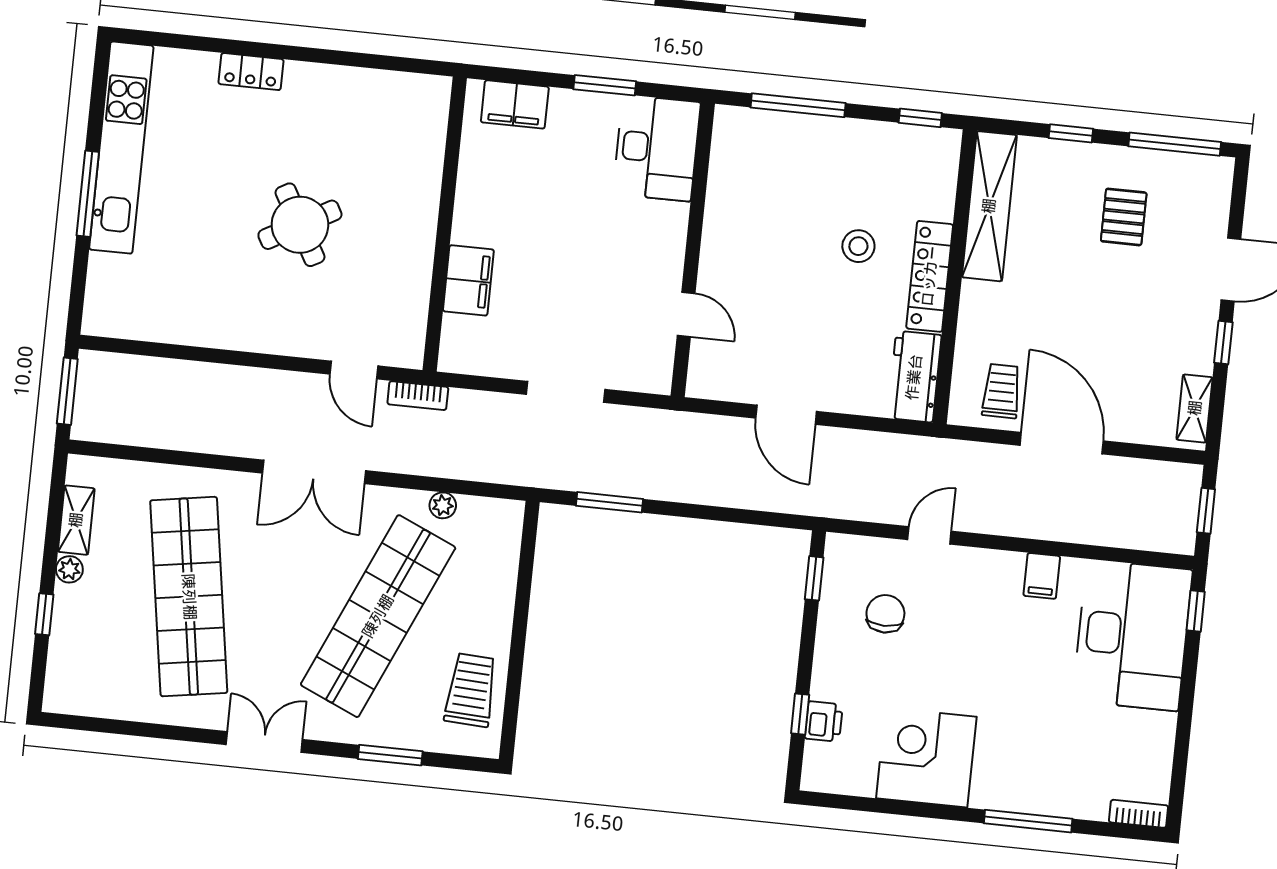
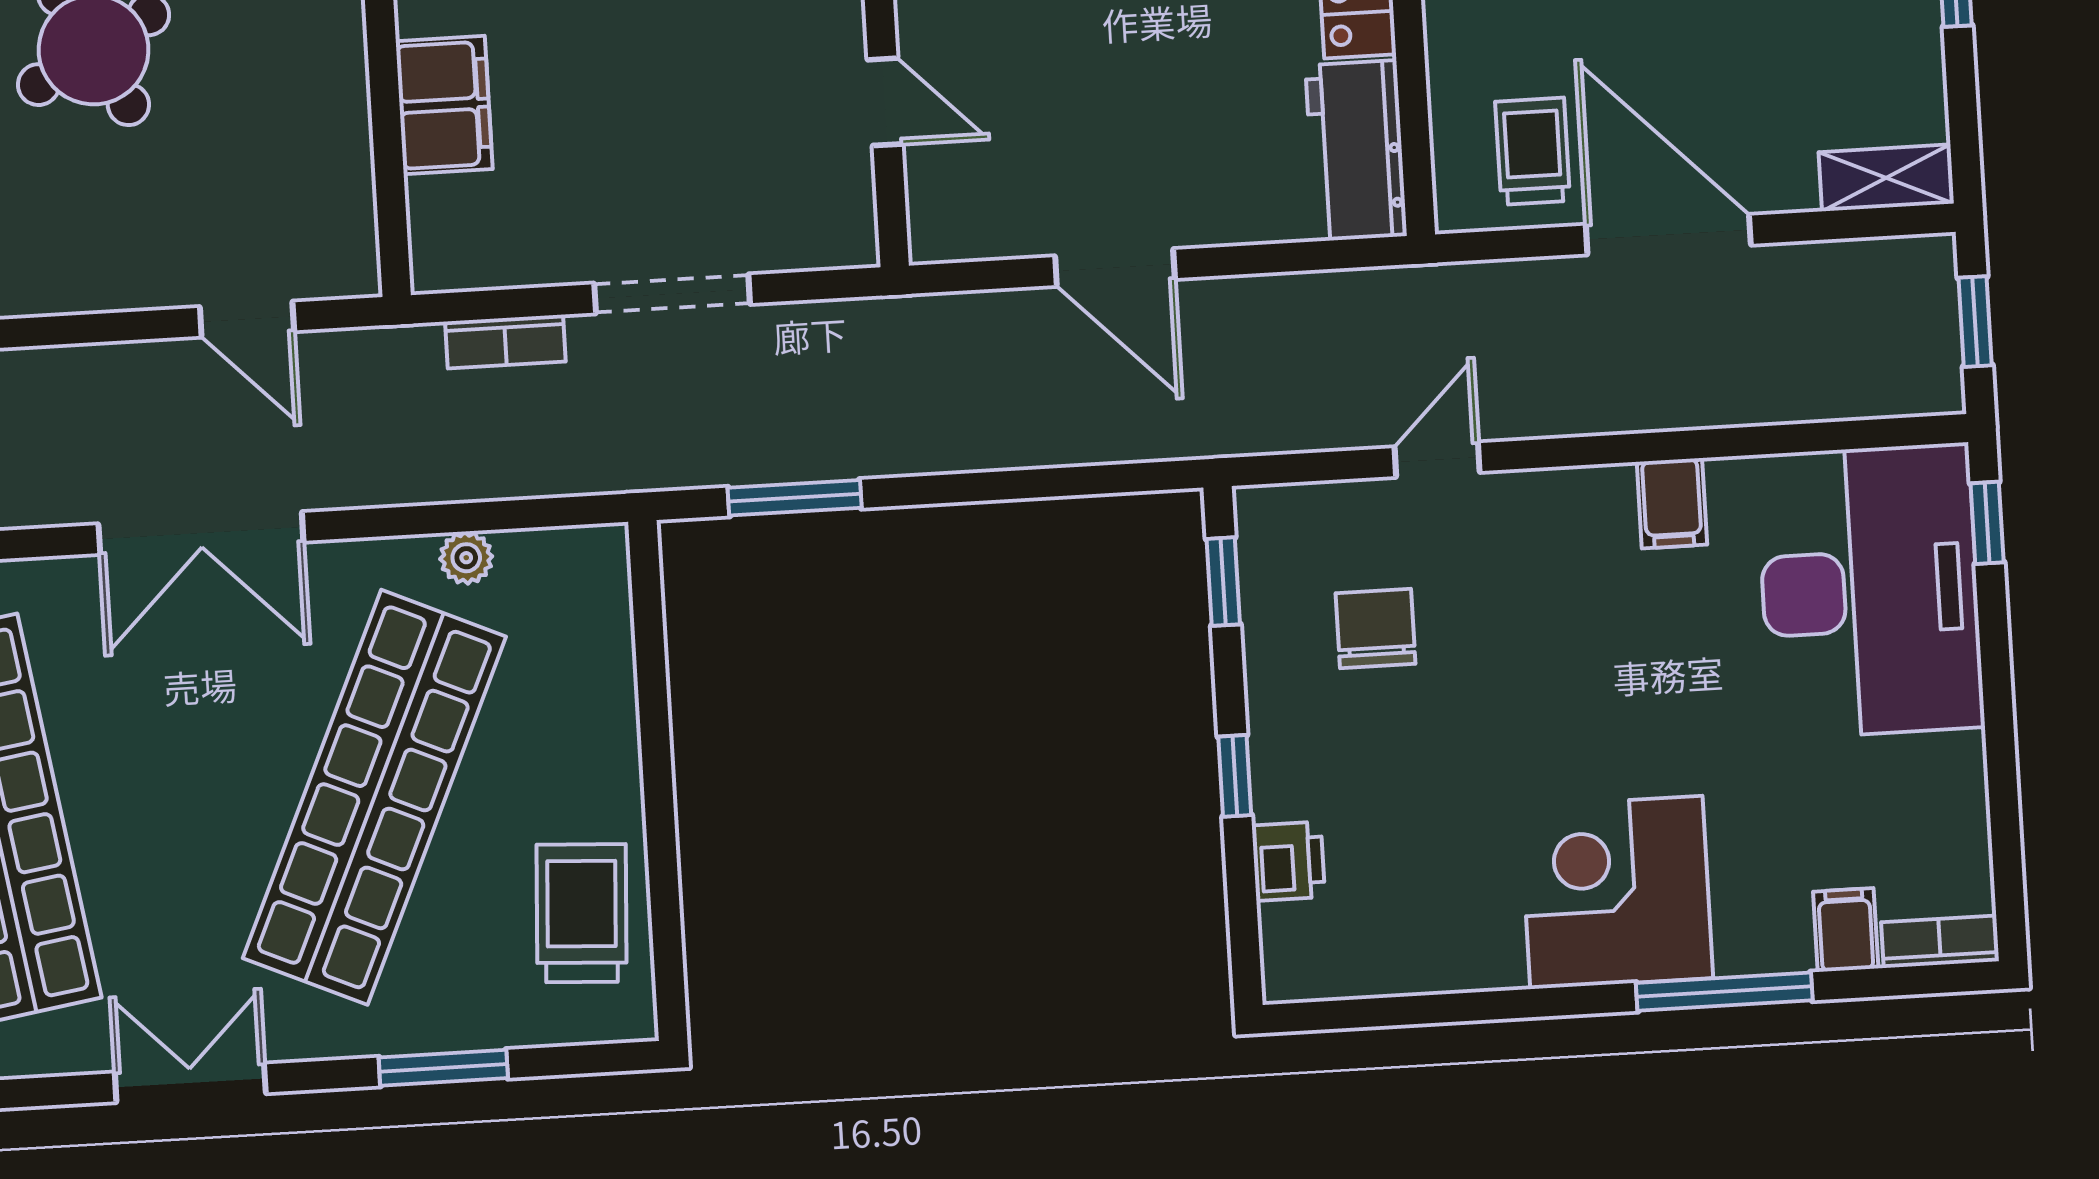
bookcase: (418, 396) -> (505, 341), moved
shelving: (1195, 408) -> (1886, 178), moved, turned 90
window: (800, 714) -> (1235, 776), moved
corner desk: (926, 757) -> (1616, 892), moved
filing cabinet: (1093, 800) -> (1846, 930), added

